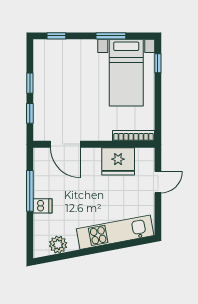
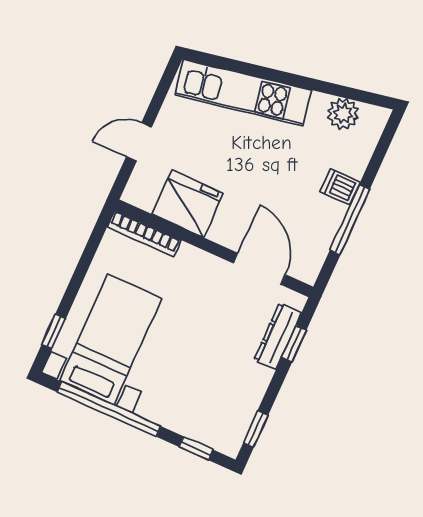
window: (111, 36) -> (109, 409), width x2.11
window: (30, 83) -> (256, 429), moved
dresser: (40, 113) -> (278, 336), added

